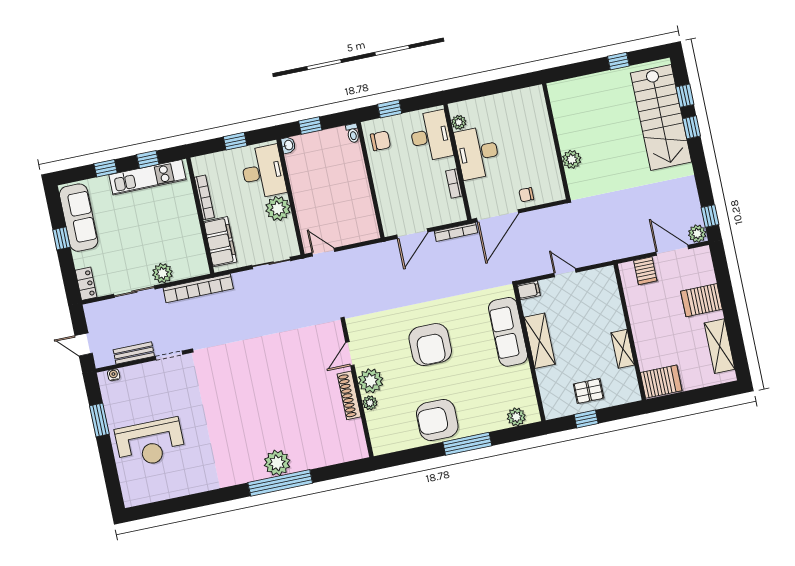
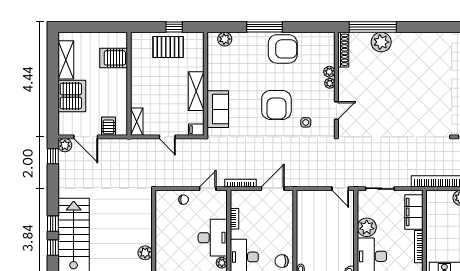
plant: (572, 159) -> (145, 253), moved
door: (498, 216) -> (208, 189), width x0.53
server rack: (702, 300) -> (72, 96), width x1.60
side table: (387, 330) -> (306, 122), added
sofa: (508, 332) -> (218, 109), width x0.73
armchair: (430, 345) -> (276, 105), turned 180
shelving: (623, 349) -> (137, 122), moved
plant: (371, 381) -> (330, 83), width x0.53, depth x0.53
server rack: (661, 382) -> (114, 58), moved
pallet: (589, 391) -> (168, 47), width x1.50, depth x1.42
shoe rack: (349, 395) -> (343, 50), moved
plant: (277, 463) -> (381, 42), moved
window: (280, 483) -> (373, 27), moved

